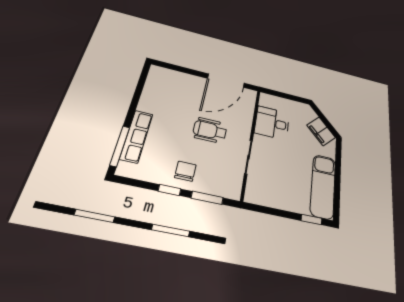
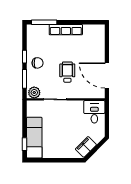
desk: (272, 123) -> (94, 112), moved
row of seats: (136, 136) -> (66, 30), moved
exam couch: (323, 186) -> (34, 138), moved, turned 90
plant: (232, 187) -> (34, 93), added

